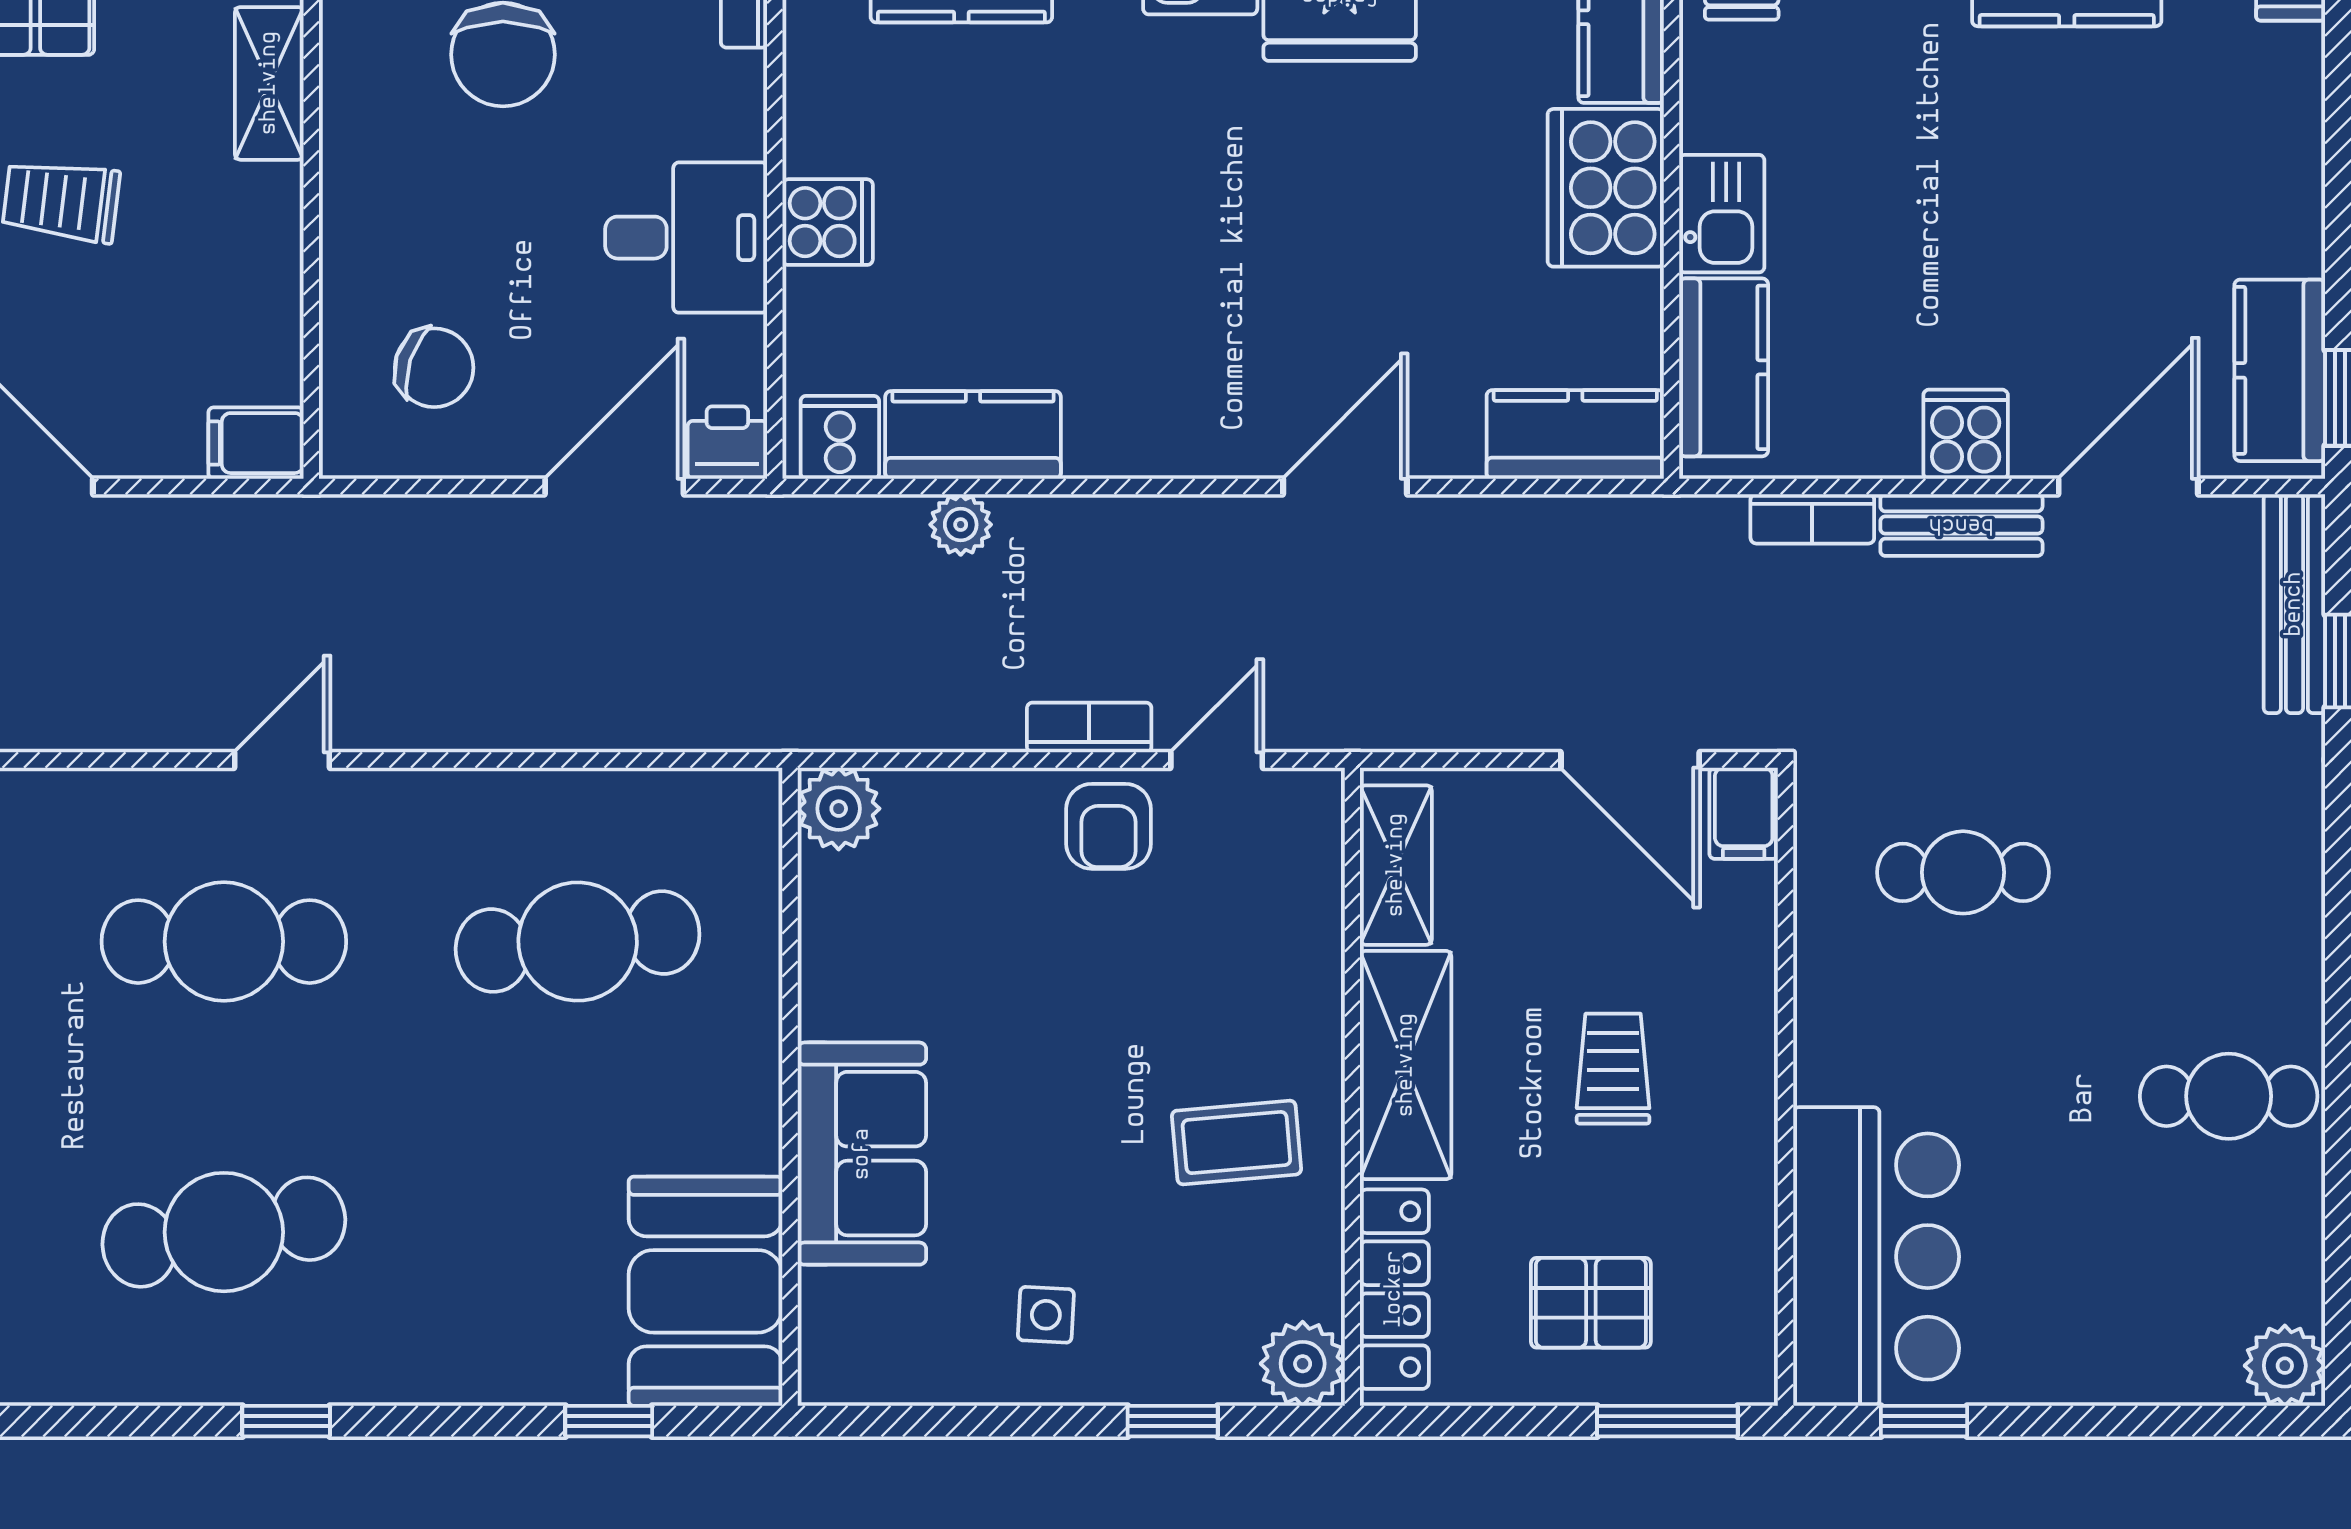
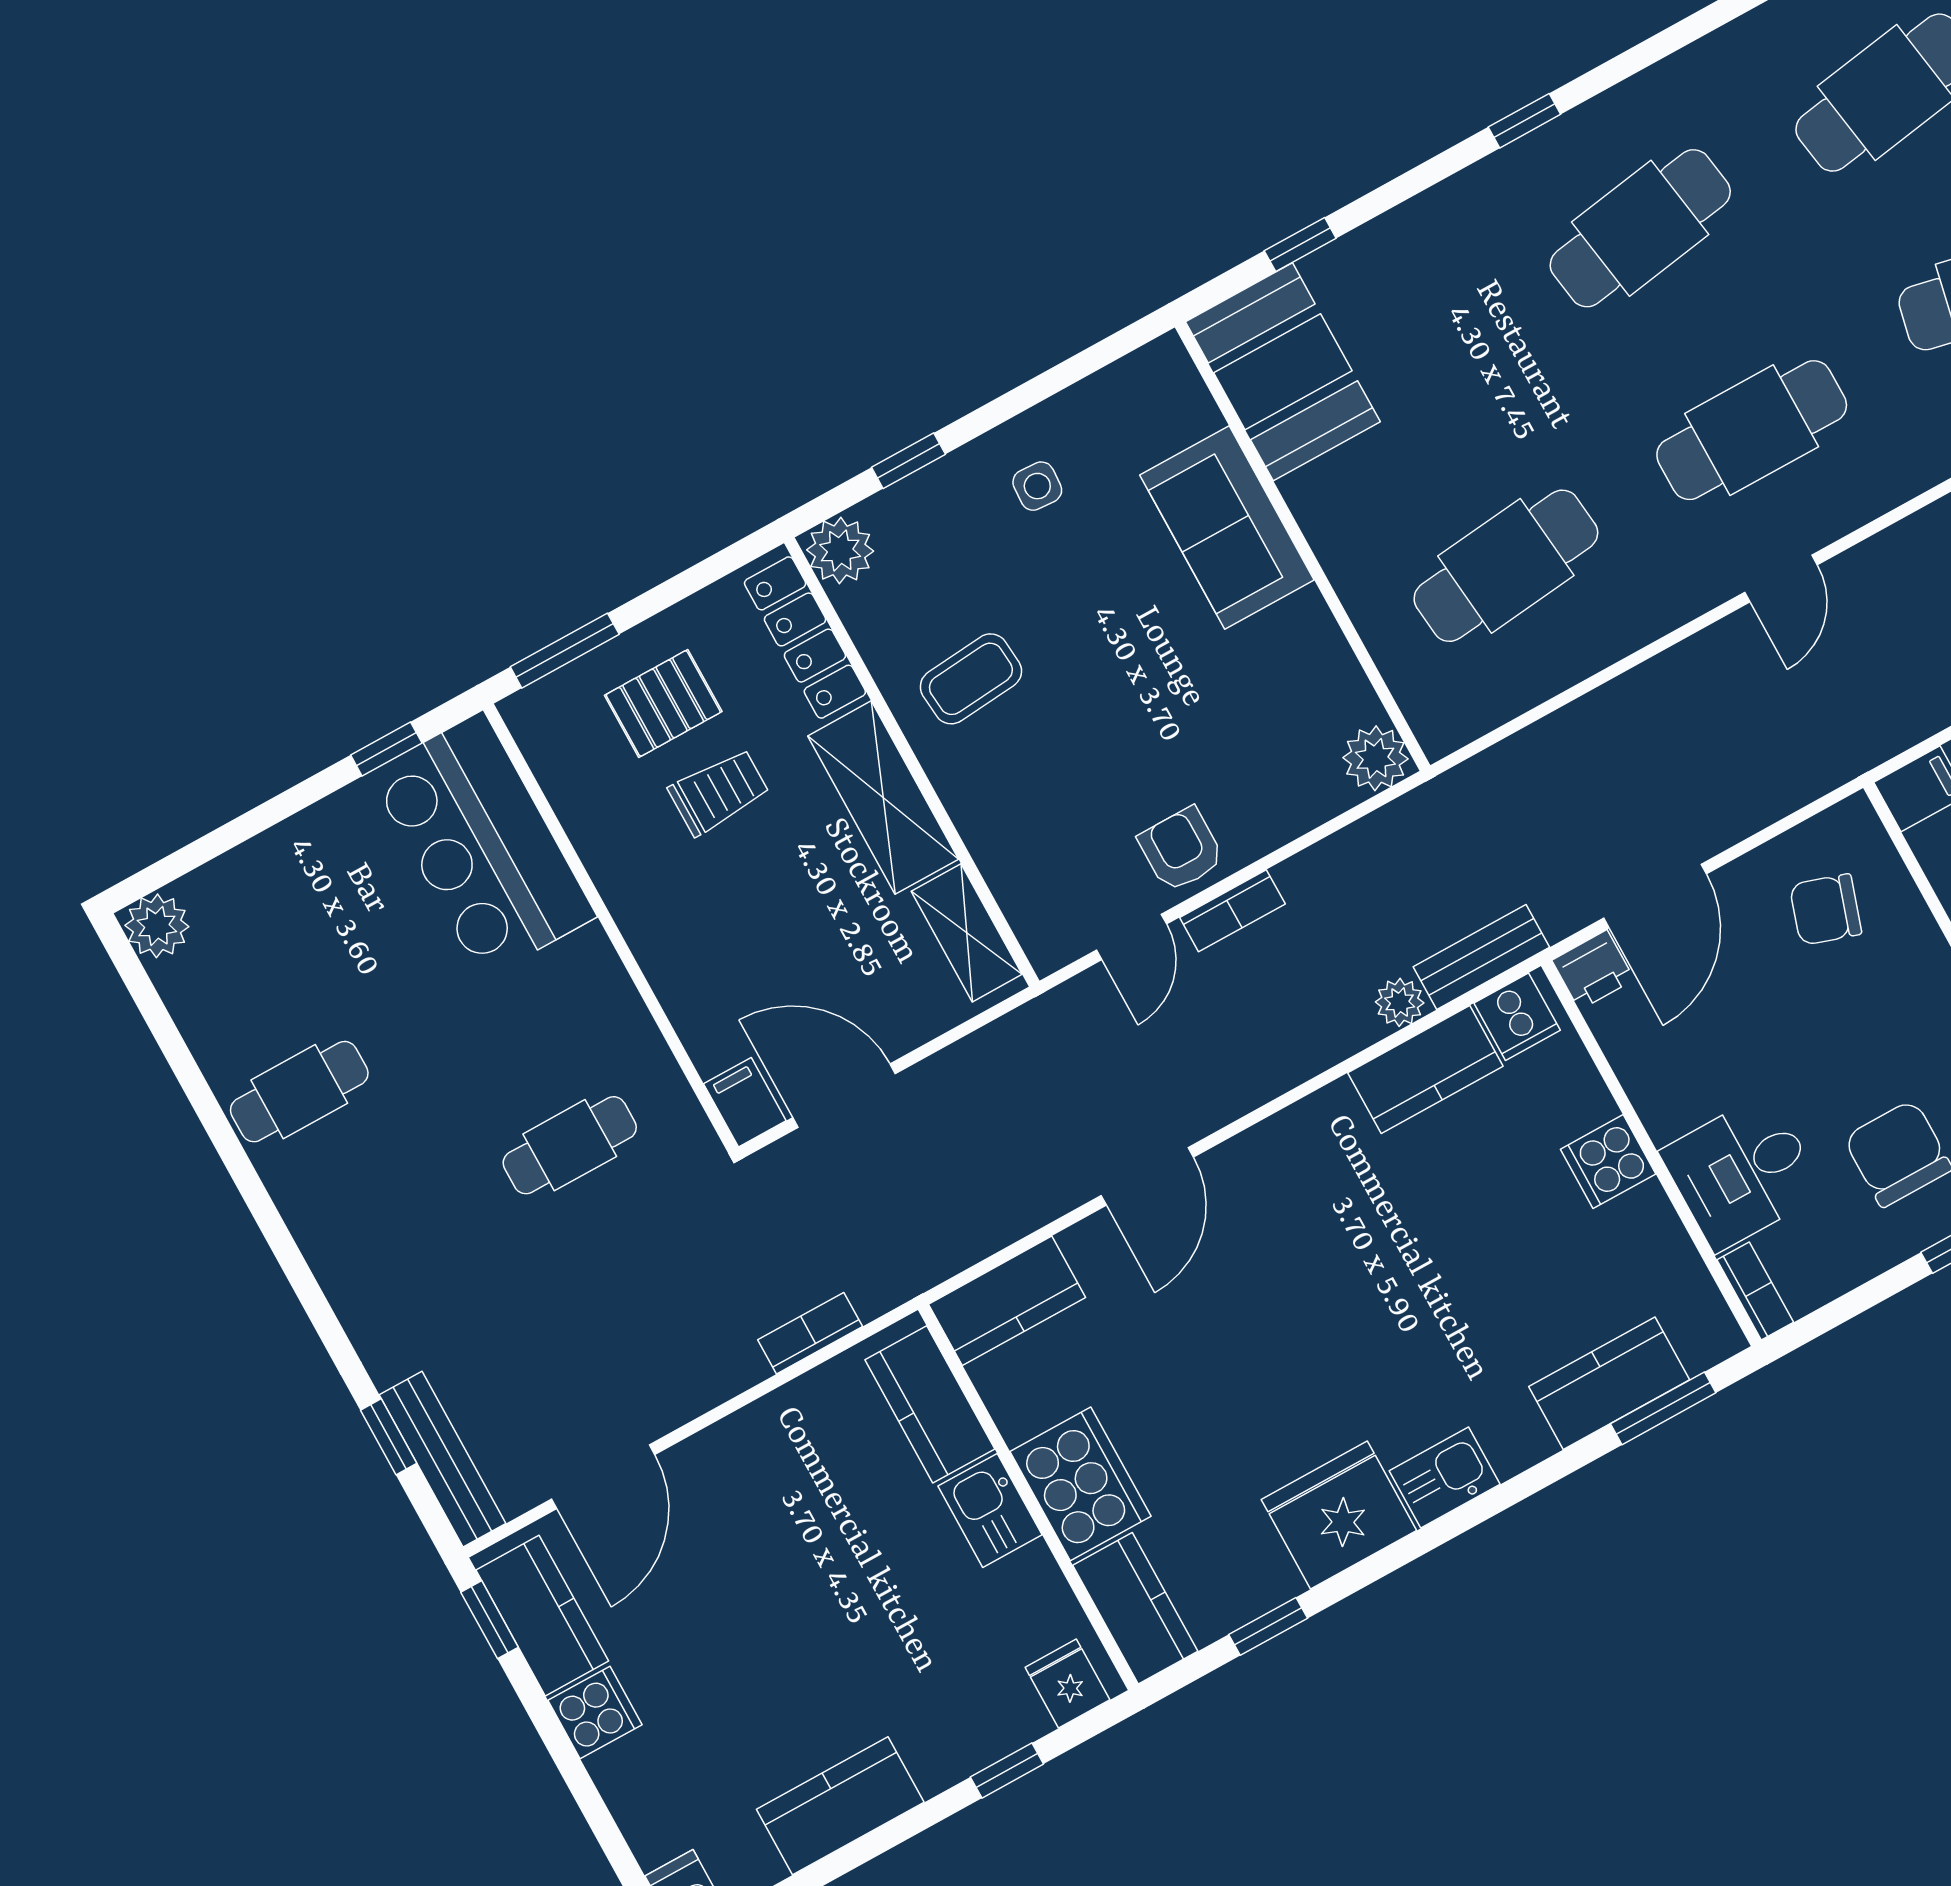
desk: (686, 238) -> (1742, 1172), moved
cooker: (1966, 434) -> (595, 1713), moved, turned -90
bench: (1961, 525) -> (1481, 957), moved
trolley: (1613, 1069) -> (719, 792), moved, turned -90

